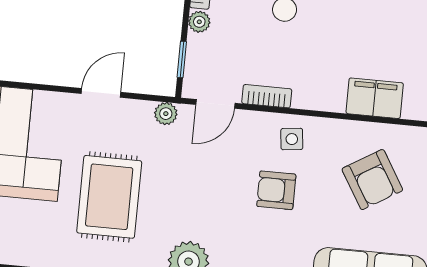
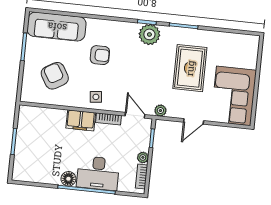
filing cabinet: (375, 98) -> (81, 120), moved
door: (215, 104) -> (135, 115), hinge flipped
armchair: (276, 190) -> (100, 55), moved

